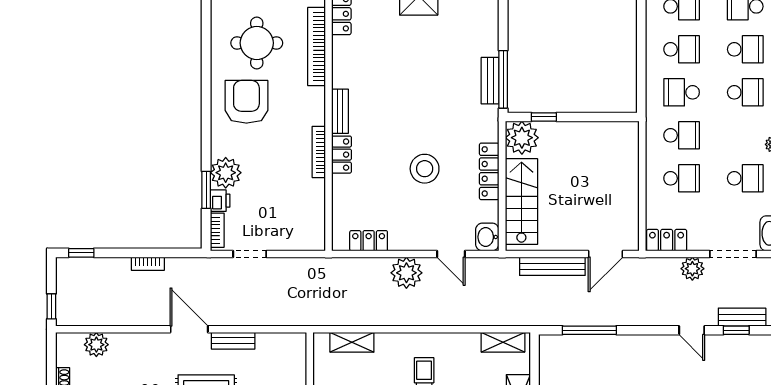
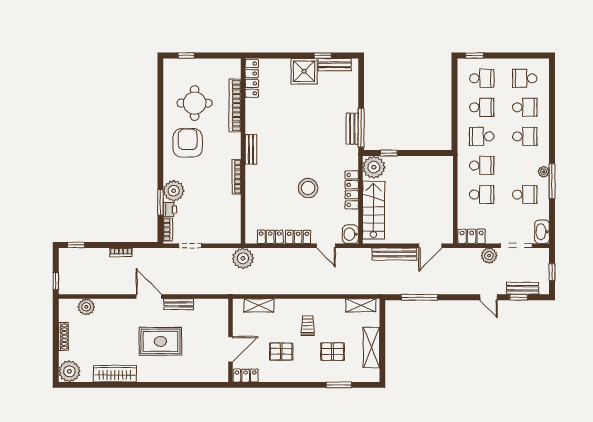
locker: (342, 155) -> (298, 237), moved, turned -90
plant: (406, 273) -> (243, 258), moved

